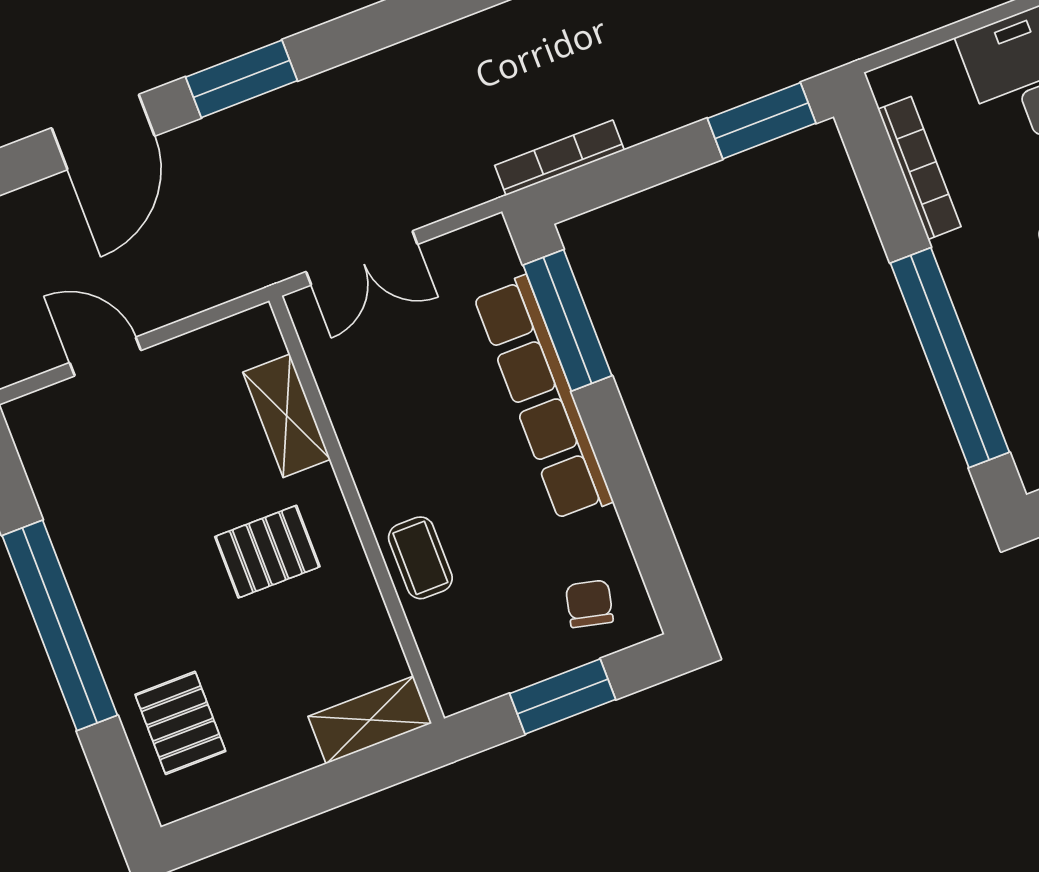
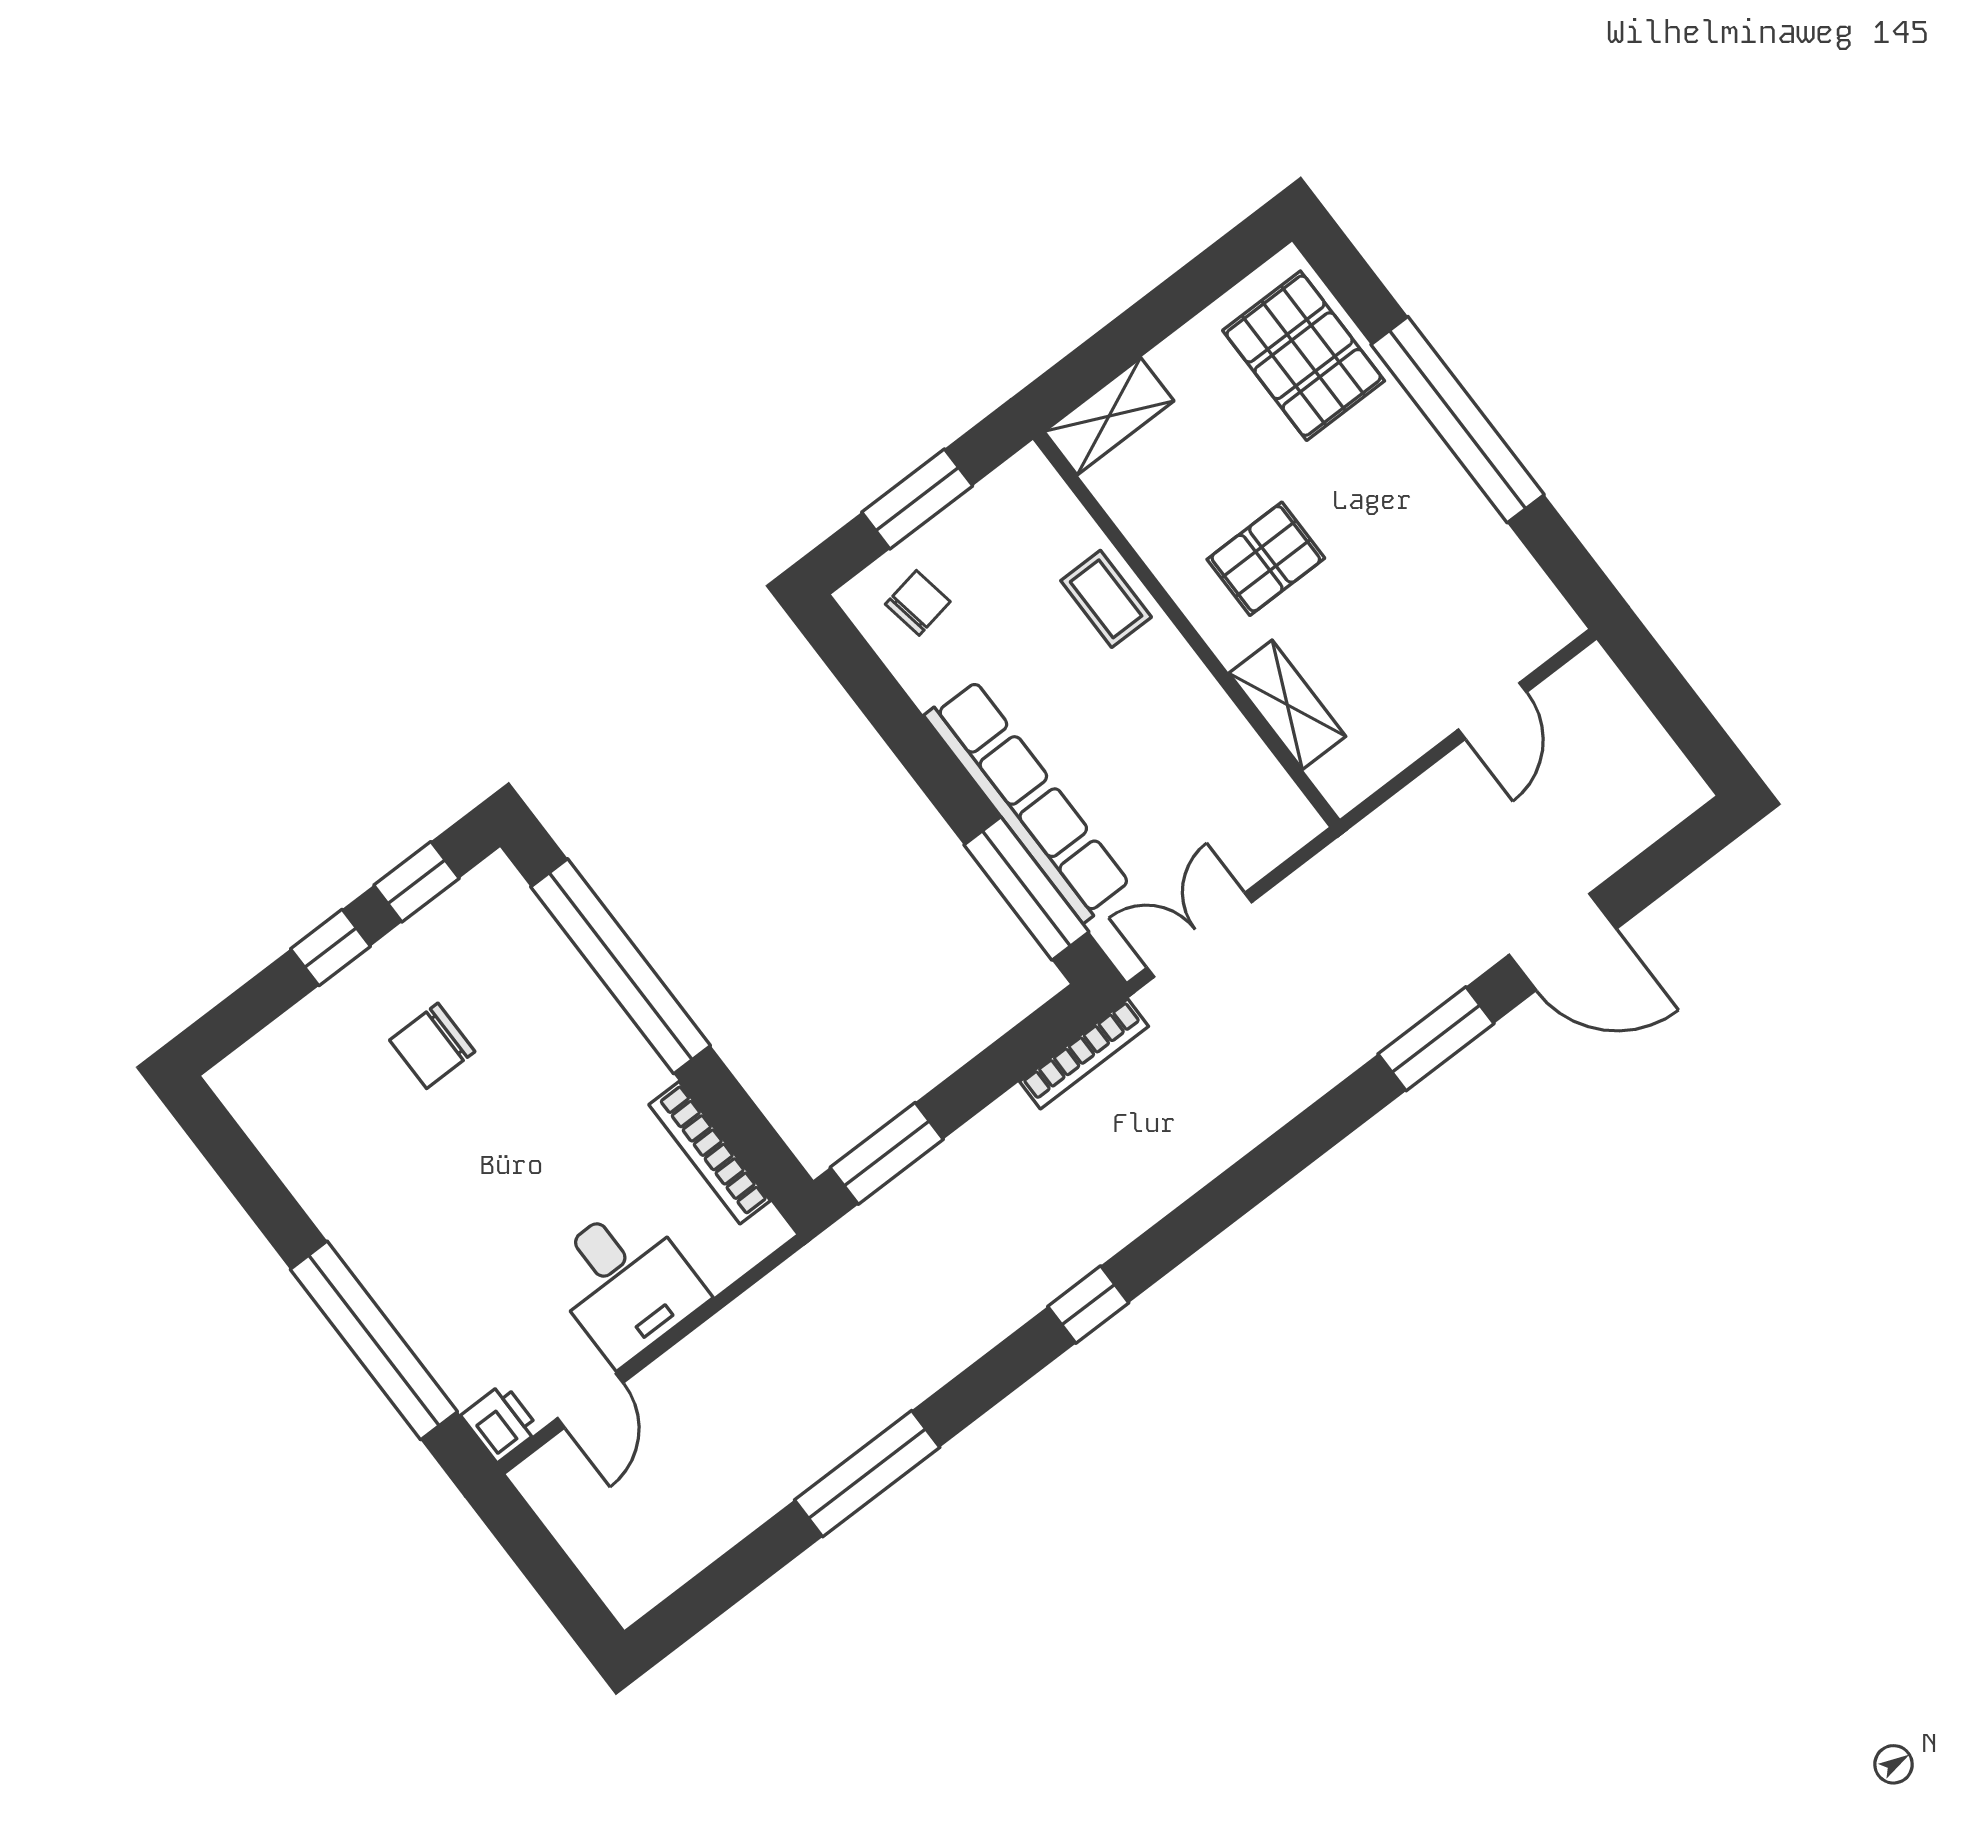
door: (103, 132) -> (1563, 942), swing flipped
double door: (362, 258) -> (1199, 935), moved
door: (105, 356) -> (1492, 711), hinge flipped
chair: (589, 604) -> (918, 603), turned -113
pallet: (180, 723) -> (1304, 356), width x1.50, depth x1.42

